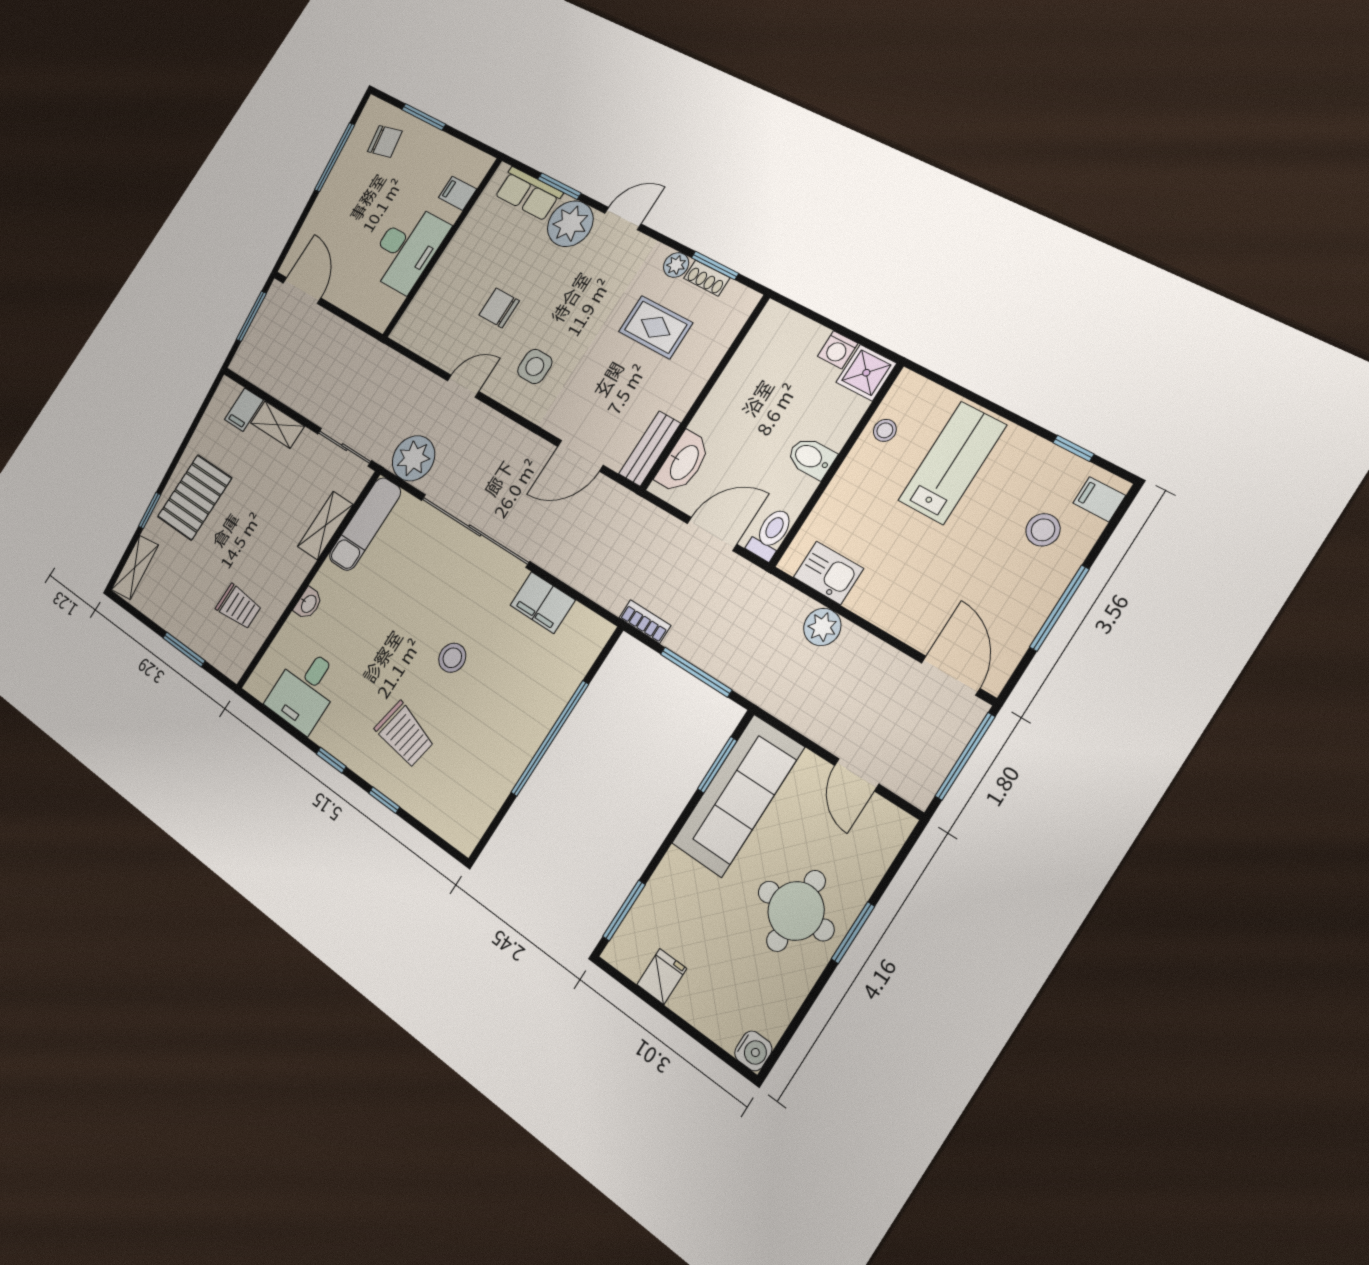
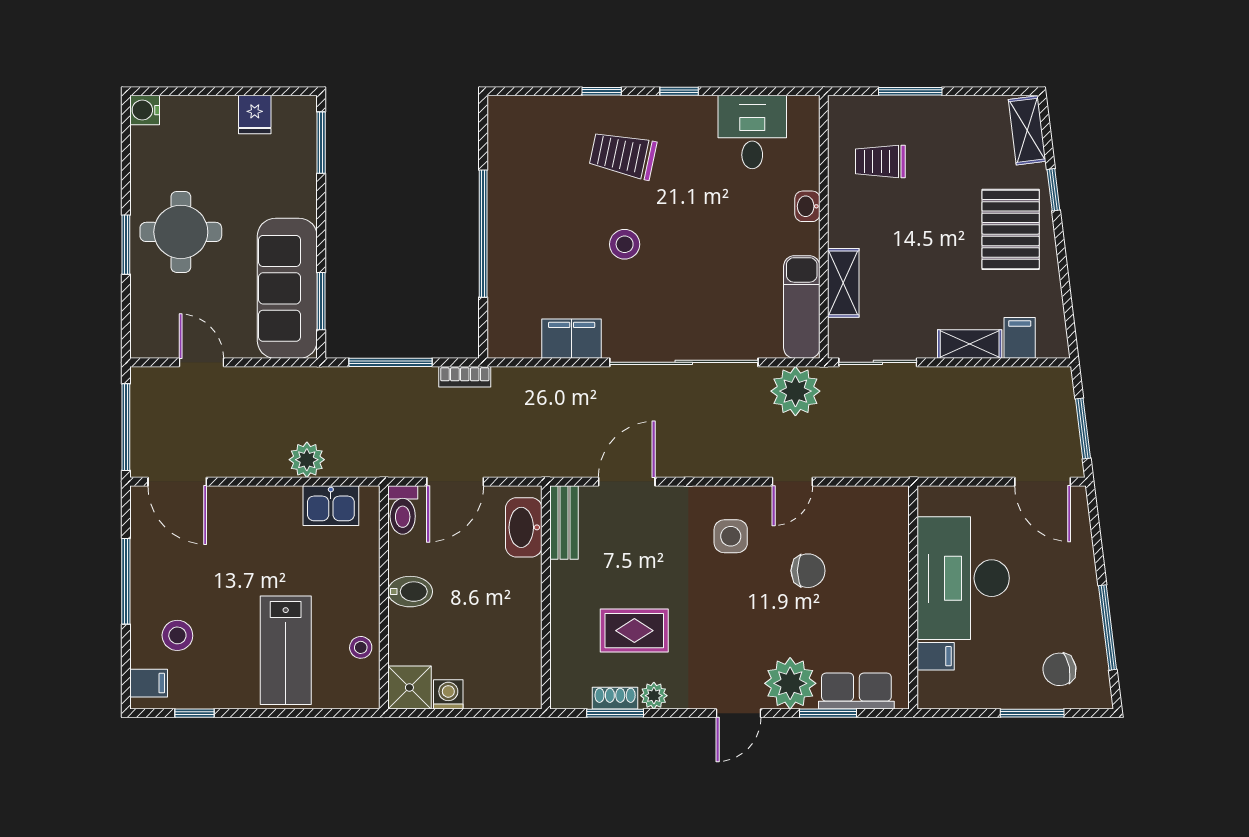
desk: (407, 248) -> (963, 578), width x1.36, depth x1.30

